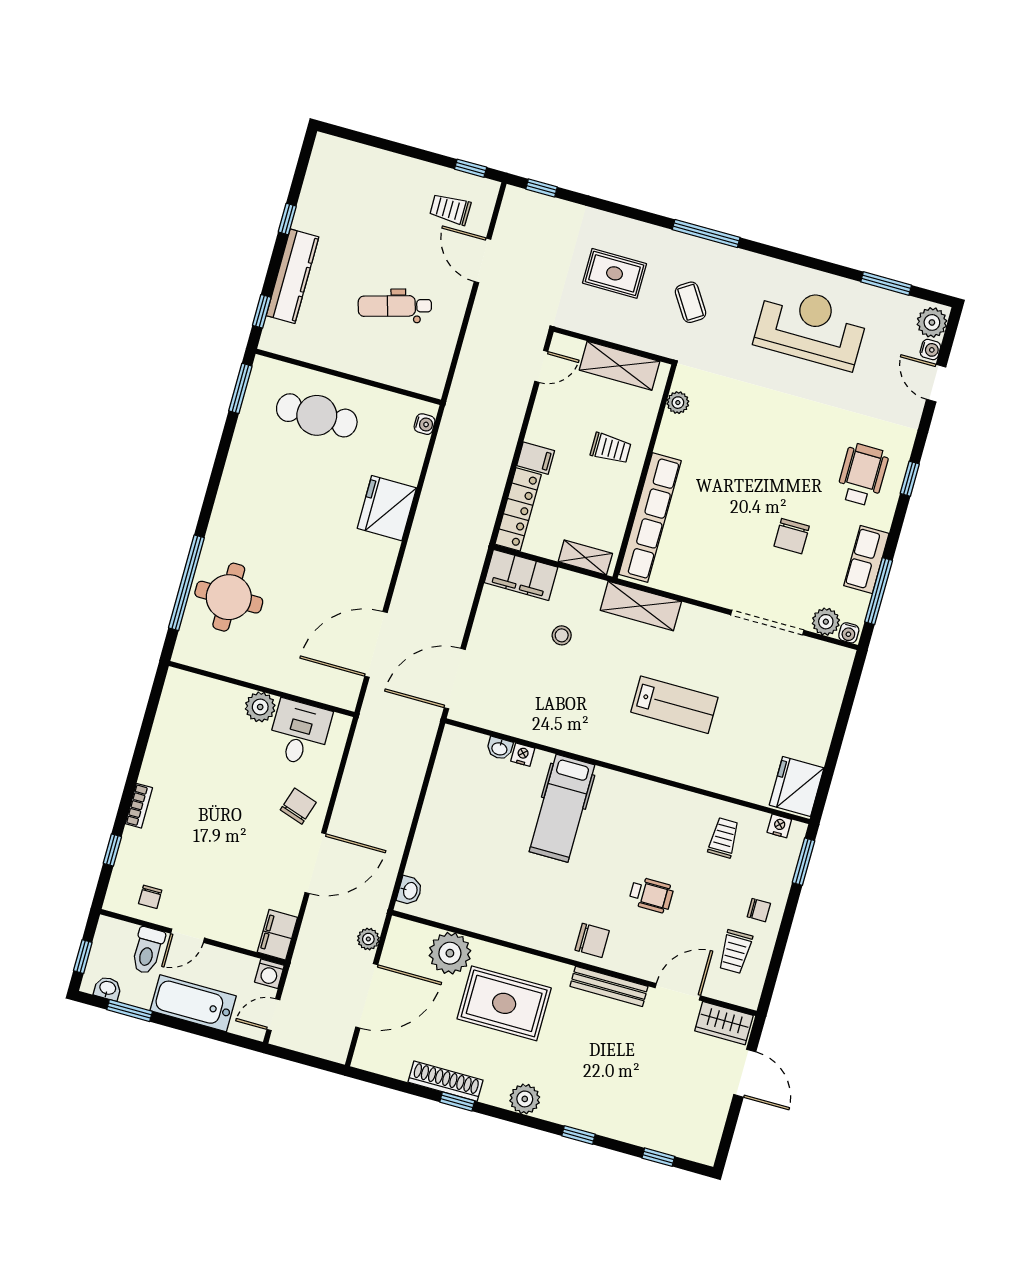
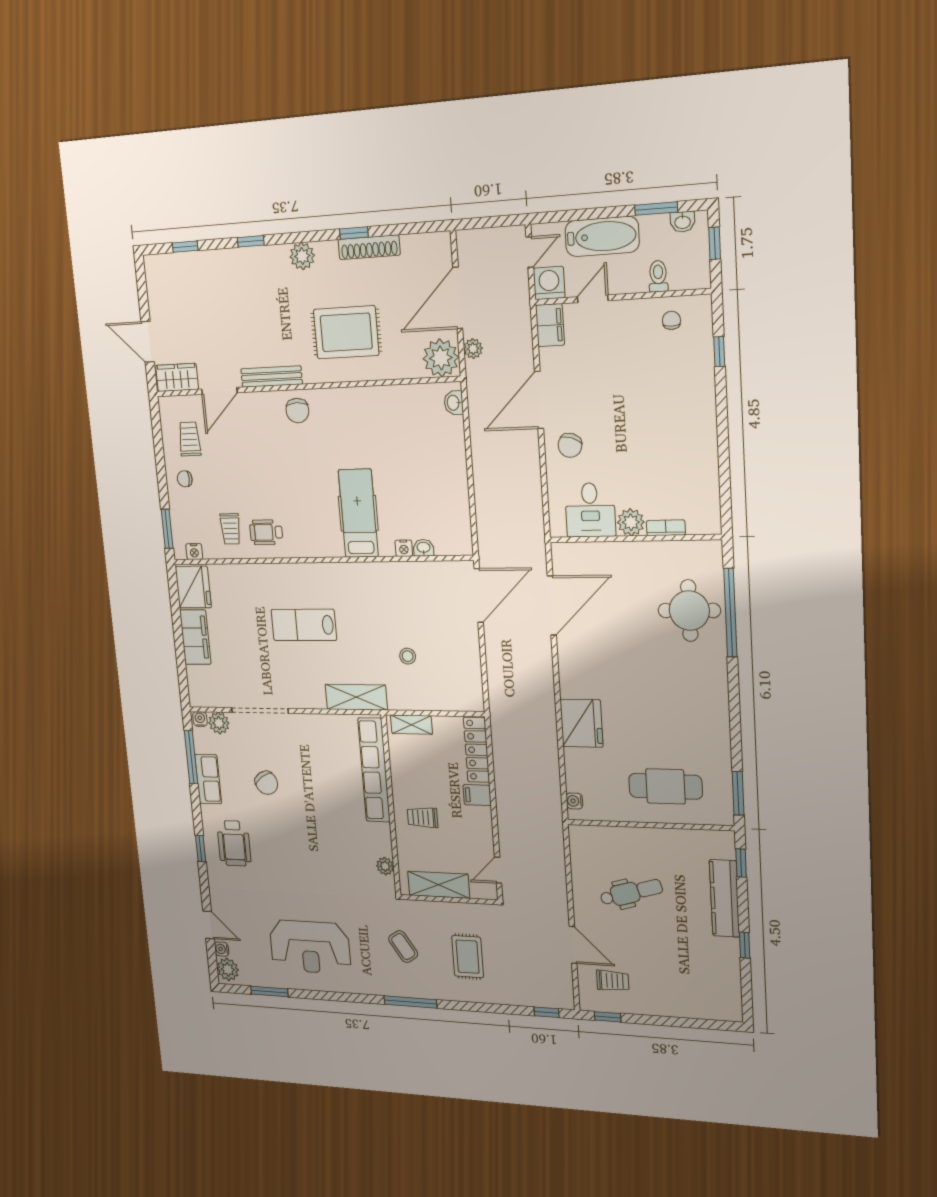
rug: (615, 273) -> (468, 957), turned 90
chair: (792, 536) -> (266, 783), turned 146
filing cabinet: (521, 575) -> (195, 637), moved, turned 90
bookcase: (139, 806) -> (666, 528), moved, turned 90
wheelchair: (651, 895) -> (266, 532), moved
door: (188, 936) -> (593, 299), moved
chair: (592, 940) -> (297, 411), turned -90
toilet: (148, 951) -> (658, 276), width x0.73, depth x0.72
plant: (450, 953) -> (441, 358), moved
washing machine: (269, 974) -> (549, 283), width x1.38, depth x1.38

